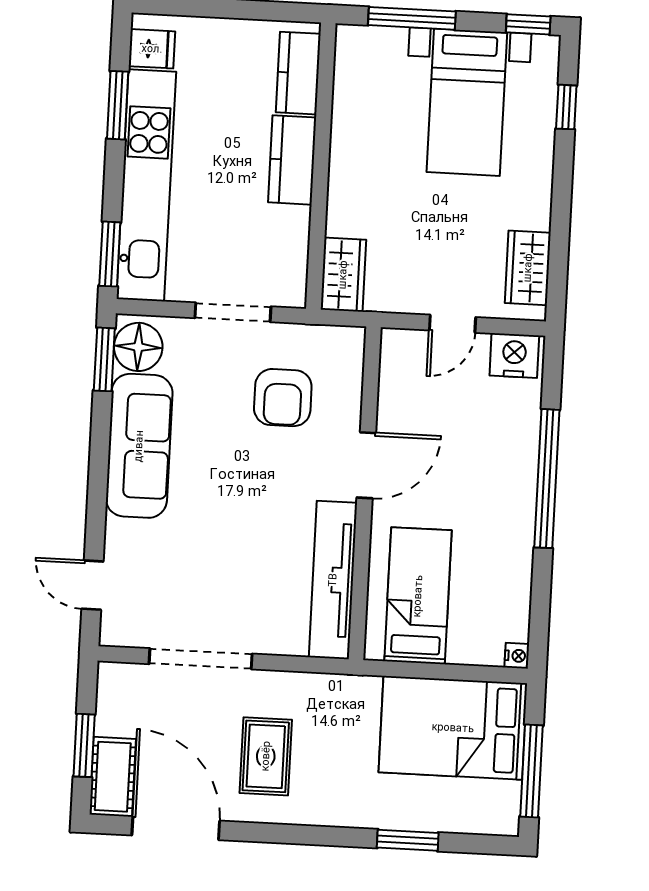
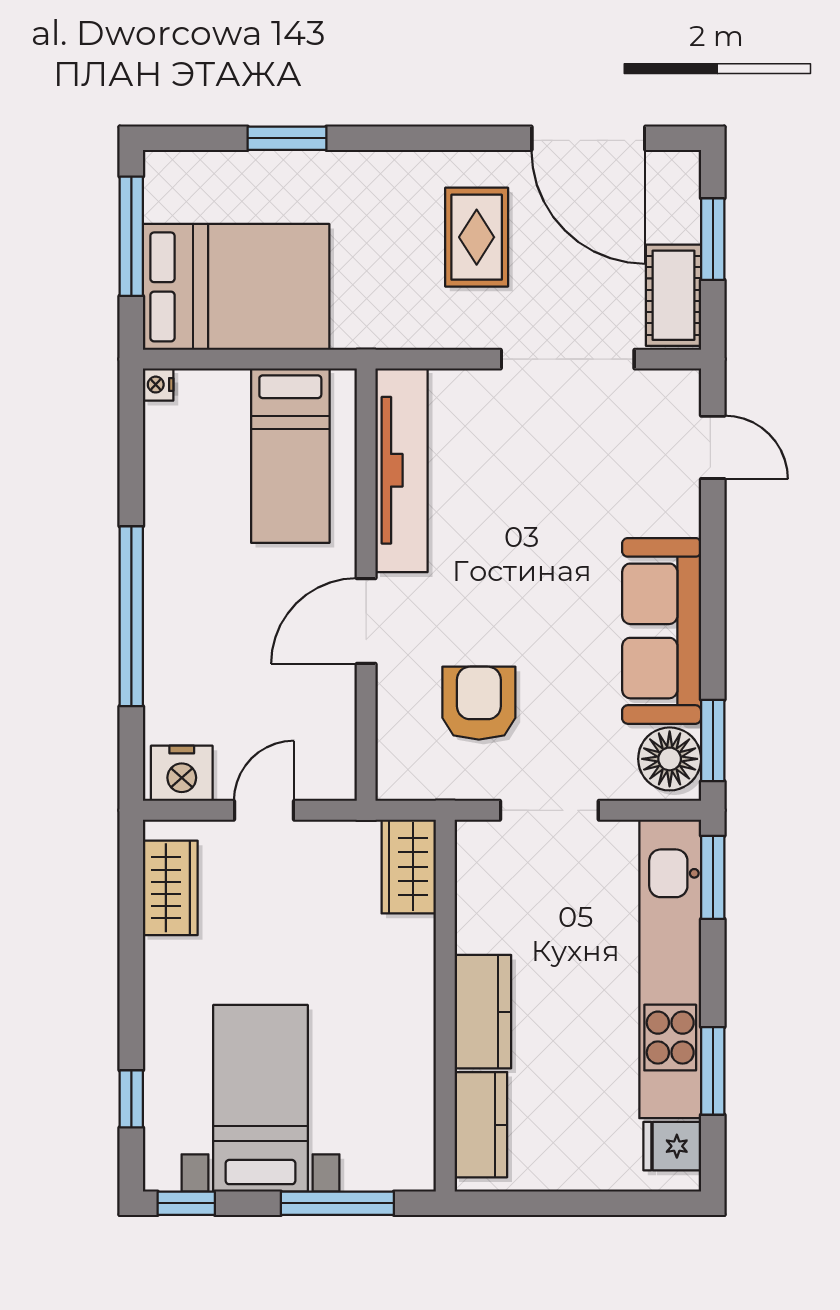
cot: (113, 777) -> (674, 295), moved

